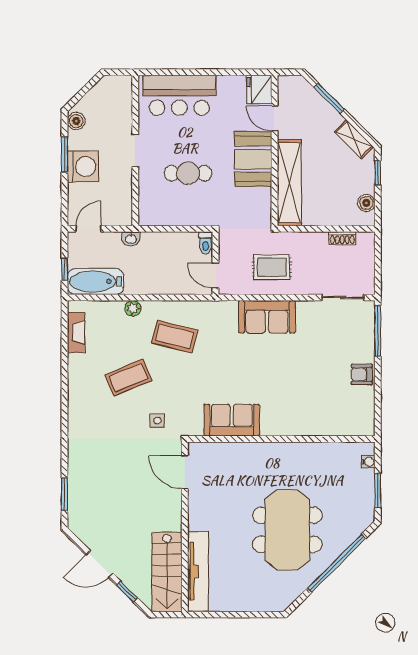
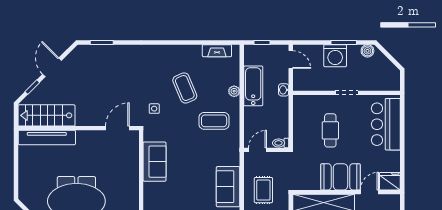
bathtub: (95, 281) -> (253, 86), moved
coffee table: (175, 337) -> (214, 121), turned 76

